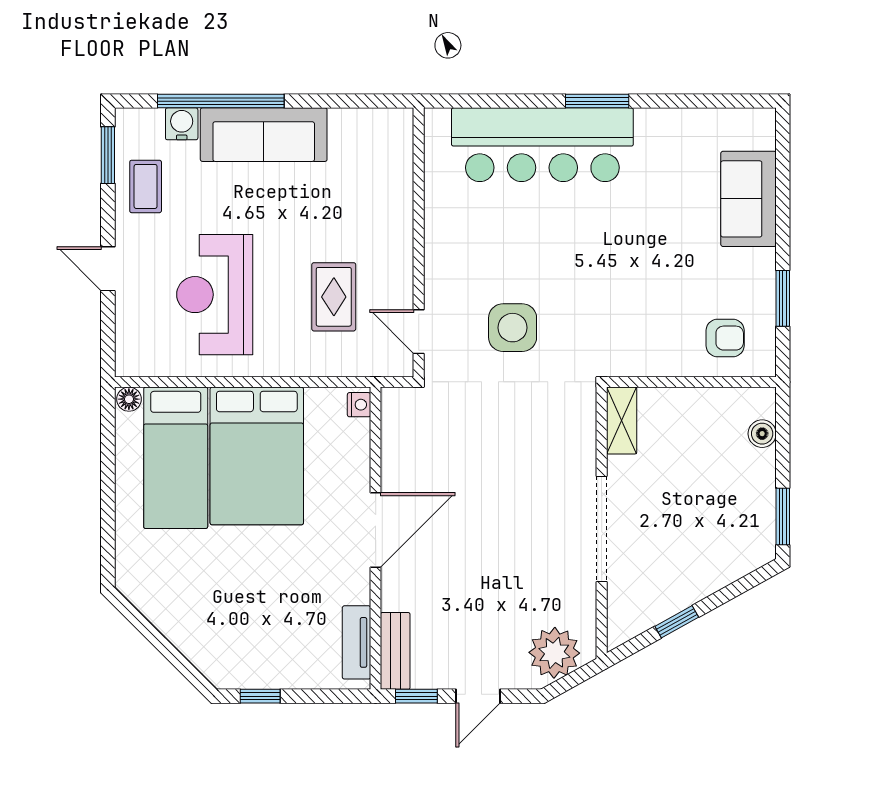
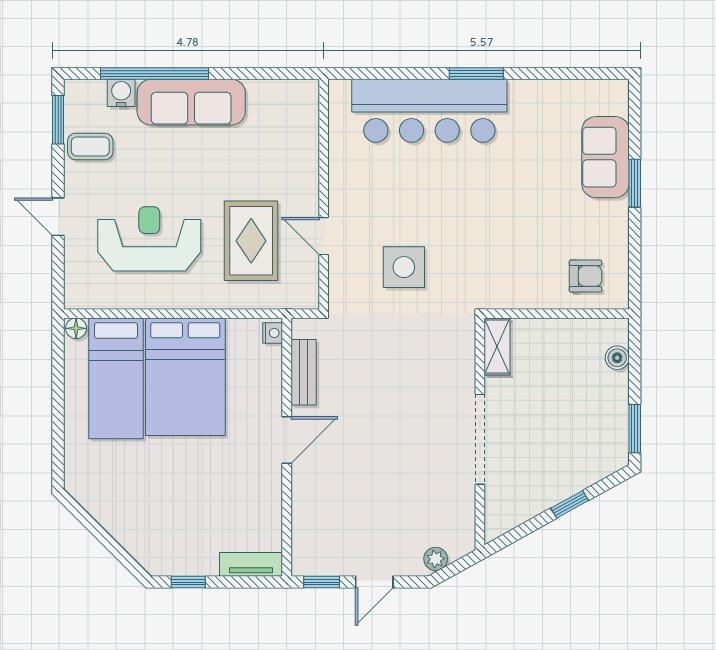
coffee table: (146, 186) -> (90, 146), turned 90
reception desk: (215, 295) -> (149, 239), turned 90
rug: (334, 297) -> (251, 241), width x1.36, depth x1.43
window: (783, 298) -> (635, 183), moved
door: (419, 332) -> (324, 236), moved
door: (376, 530) -> (287, 440), width x0.73
window: (677, 622) -> (570, 504), moved
tv unit: (356, 642) -> (251, 564), moved, turned 90
bench: (395, 651) -> (304, 372), moved
plant: (554, 653) -> (436, 559), width x0.53, depth x0.53

